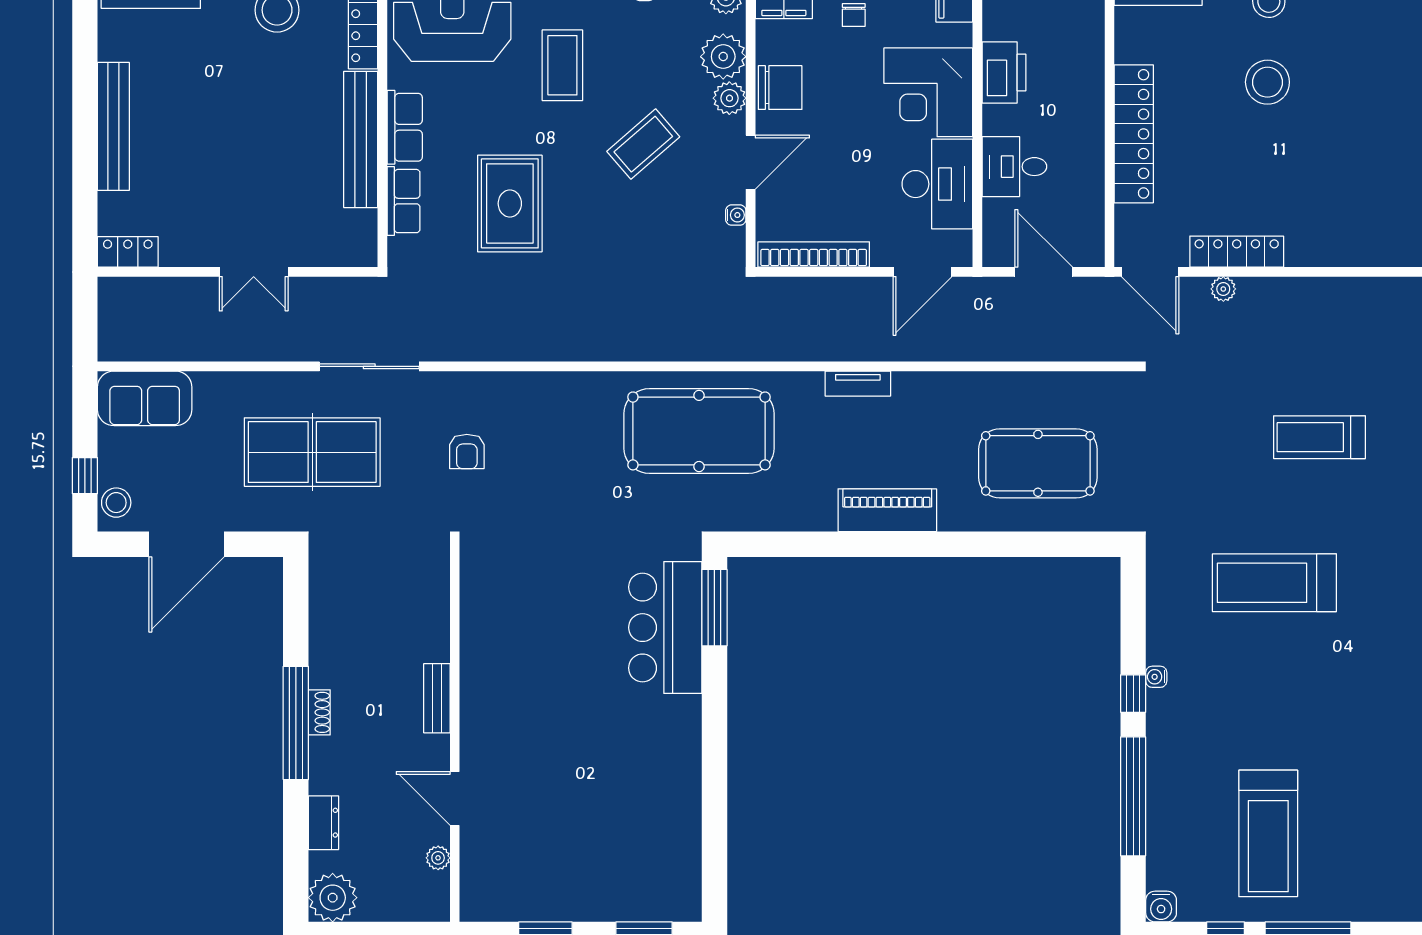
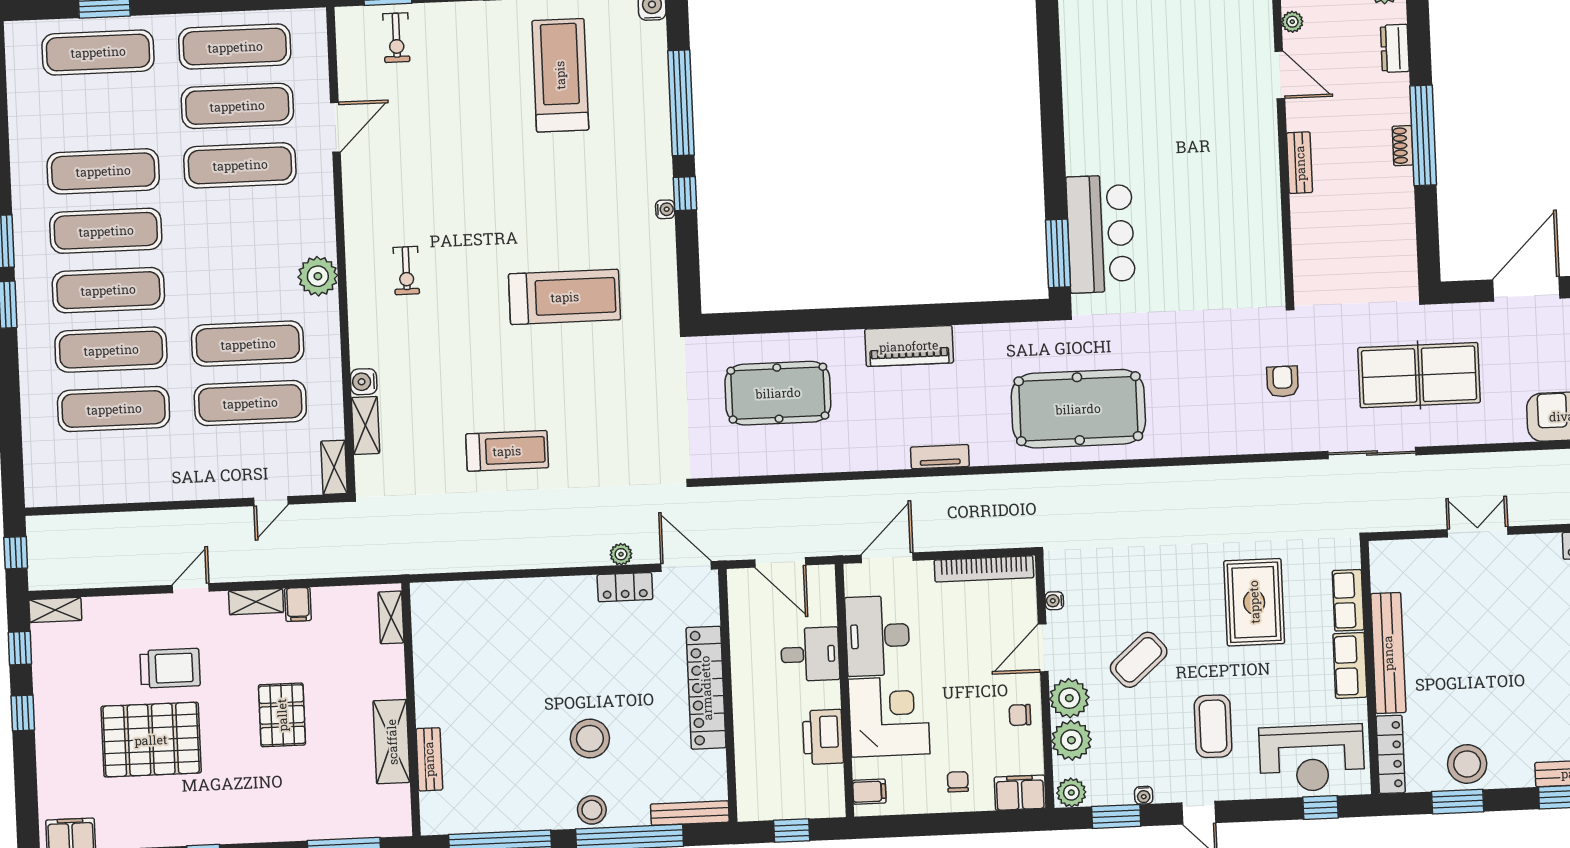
chair: (780, 88) -> (1020, 715), width x0.54, depth x0.54
plant: (729, 98) -> (1069, 698), width x1.36, depth x1.36
locker: (1237, 252) -> (625, 587), width x0.66
treadmill: (1319, 437) -> (507, 451), moved

